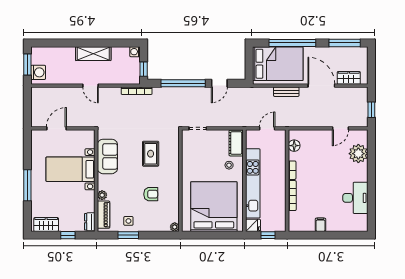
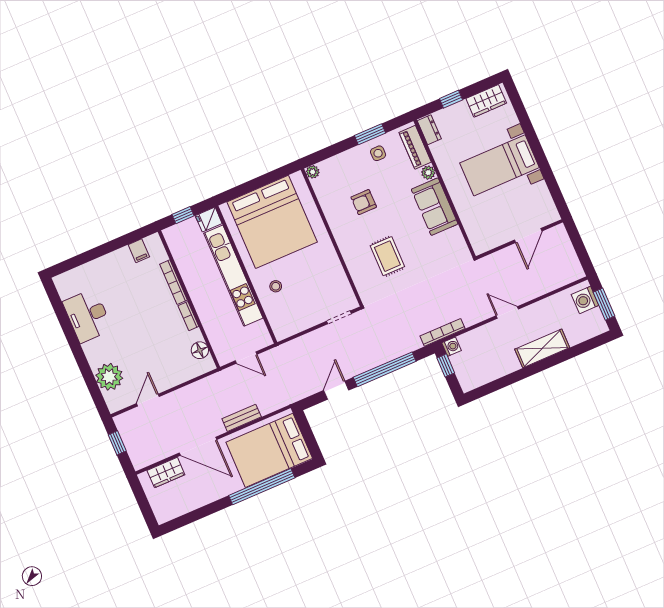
window: (345, 43) -> (192, 517), removed
washing machine: (135, 52) -> (451, 347), moved
shelving: (93, 54) -> (542, 348), moved
door: (267, 128) -> (246, 358), hinge flipped
cot: (236, 143) -> (279, 320), removed
sofa: (107, 156) -> (435, 207), moved
bed with nightstands: (70, 169) -> (499, 165), moved, turned 180
window: (27, 185) -> (534, 142), removed
filing cabinet: (320, 225) -> (139, 251), moved

